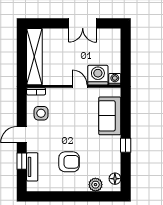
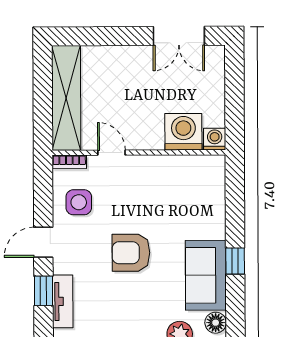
double door: (83, 23) -> (179, 36), moved
door: (80, 86) -> (111, 153), moved
sofa: (110, 116) -> (206, 275), moved
armchair: (69, 162) -> (131, 253), moved, turned 180

